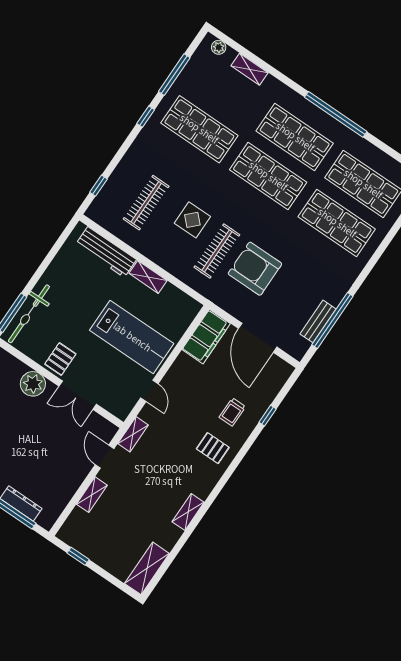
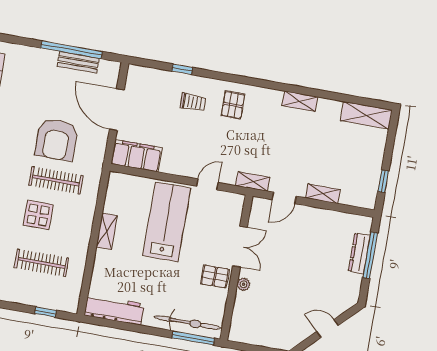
workbench: (106, 252) -> (114, 310), moved, turned -90
door: (258, 338) -> (117, 110), swing flipped
plant: (33, 384) -> (243, 284), width x0.53, depth x0.53

